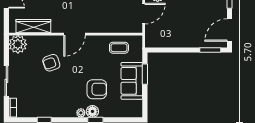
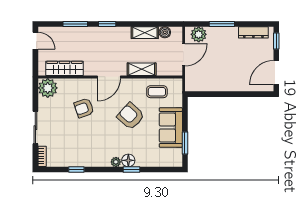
shelving: (105, 27) -> (142, 69), added
window: (210, 50) -> (255, 94), removed
window: (145, 74) -> (185, 143), moved
armchair: (97, 89) -> (131, 116), moved, turned -138

